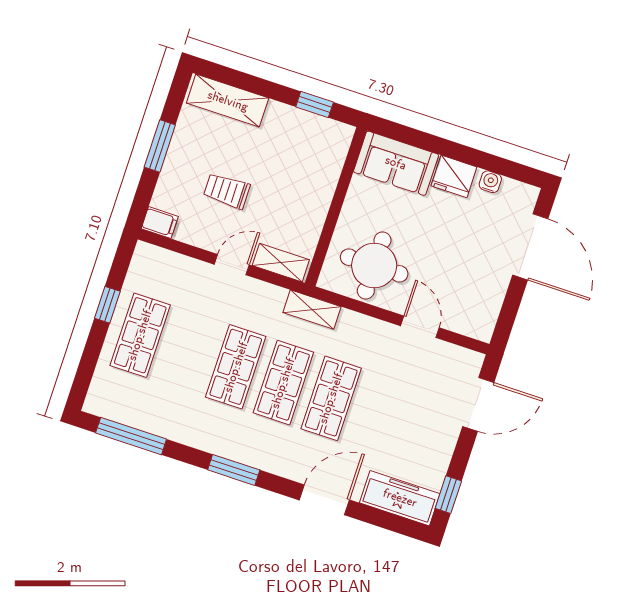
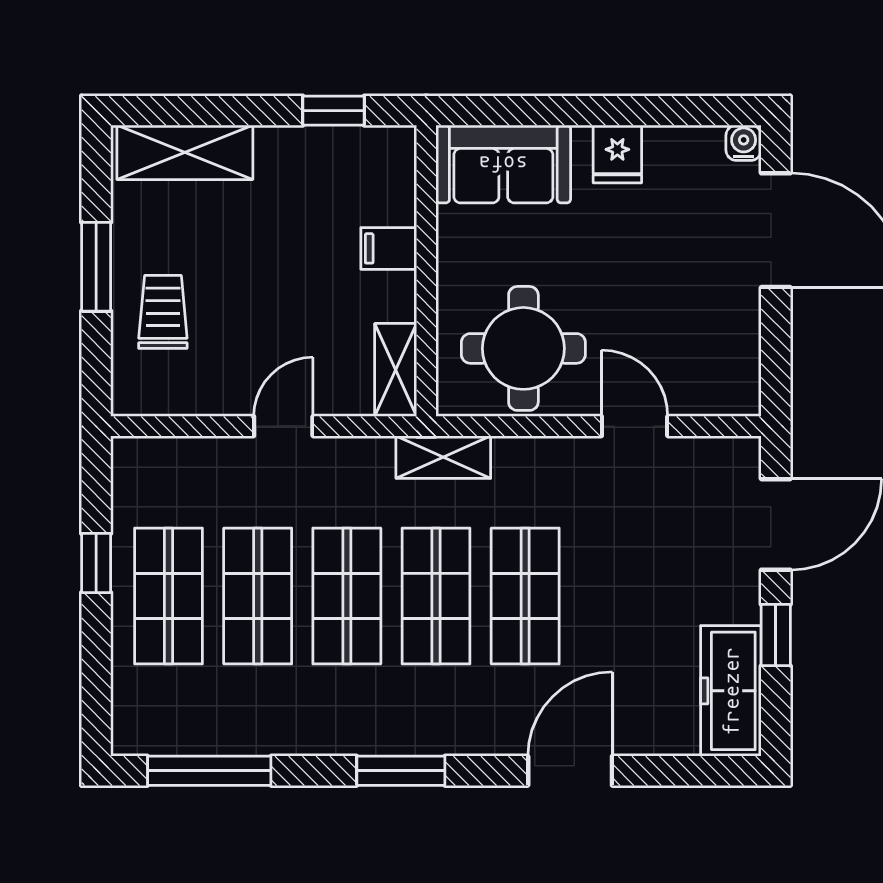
fridge: (454, 176) -> (617, 154), width x0.72
water cooler: (490, 182) -> (744, 143), moved
trolley: (227, 191) -> (163, 312), moved, turned 90
filing cabinet: (160, 223) -> (389, 248), moved, turned 180
shelving: (281, 263) -> (396, 370), moved, turned 90
shop shelf: (188, 351) -> (258, 596), added
window: (448, 495) -> (776, 635), moved
freezer: (400, 498) -> (731, 691), moved, turned -90

